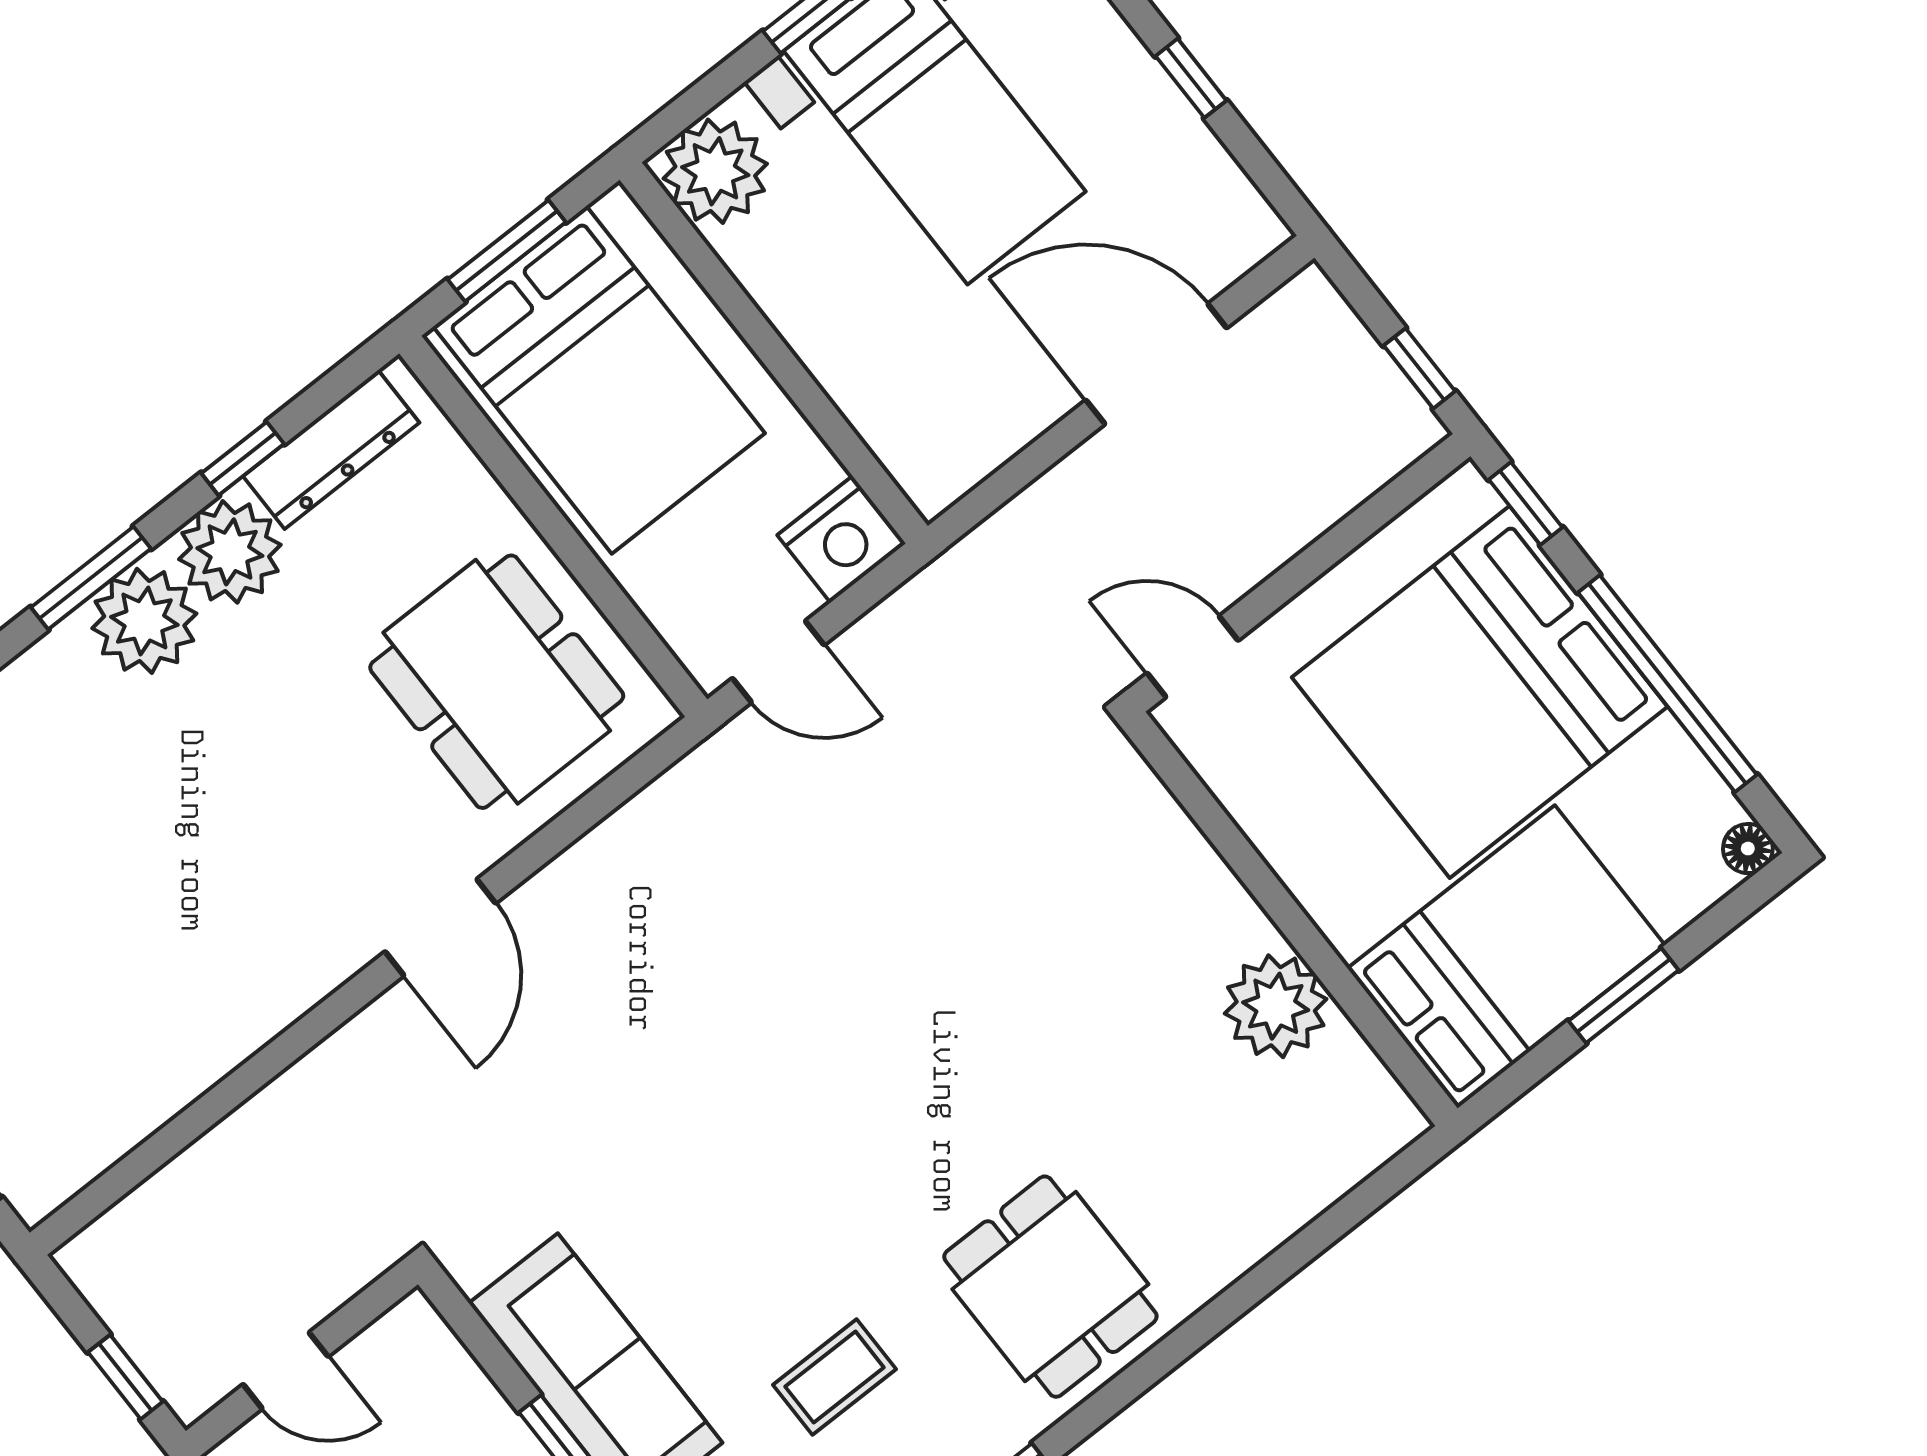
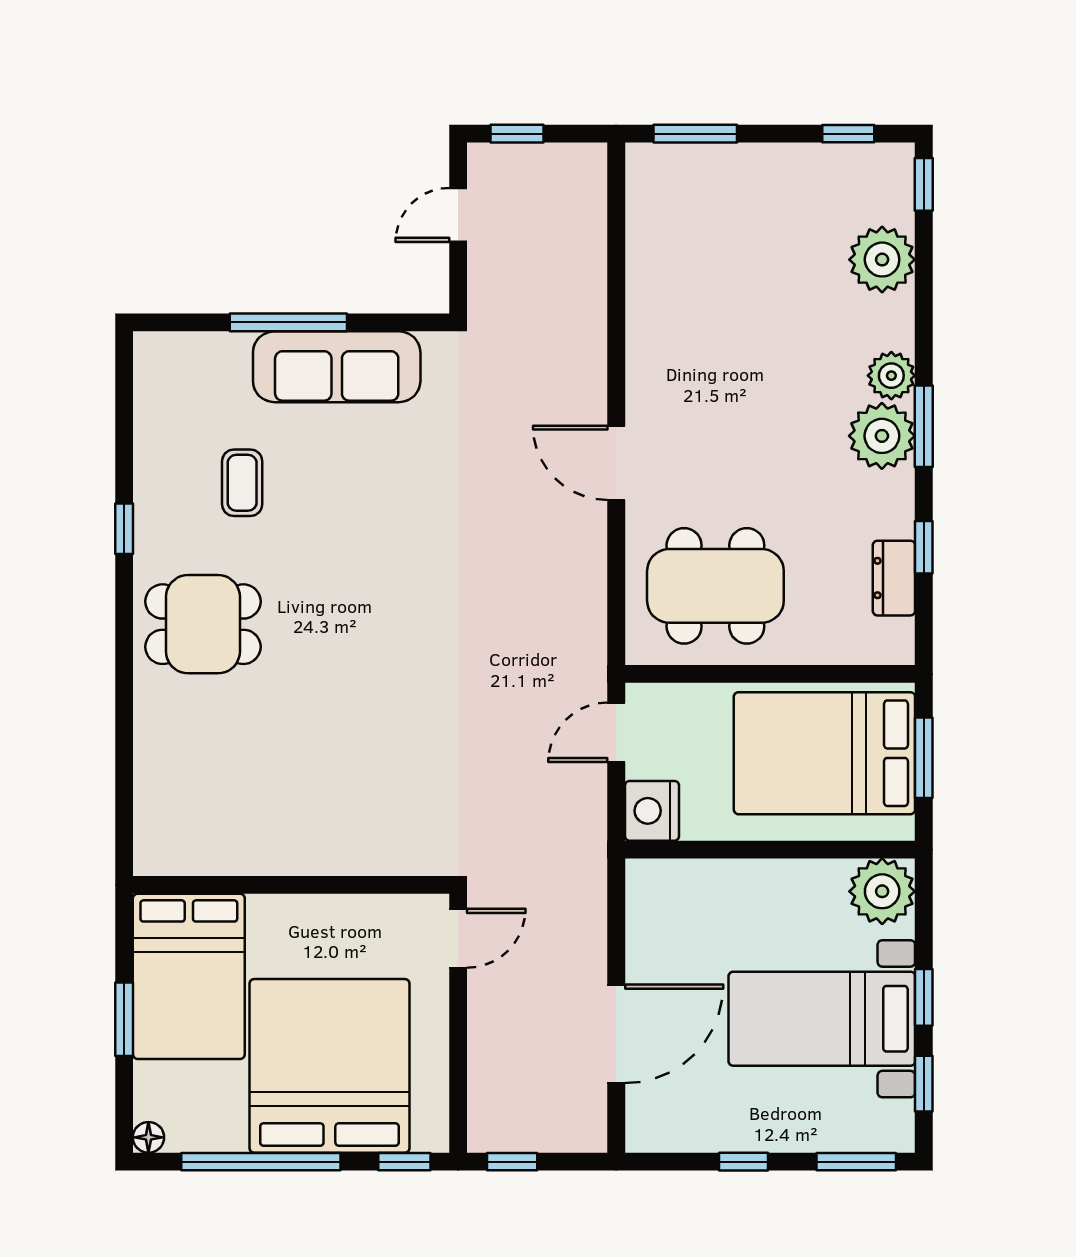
dresser: (331, 449) -> (894, 578), width x0.70
plant: (230, 552) -> (891, 376), moved, width x0.73, depth x0.73
plant: (1276, 1006) -> (254, 844), removed

